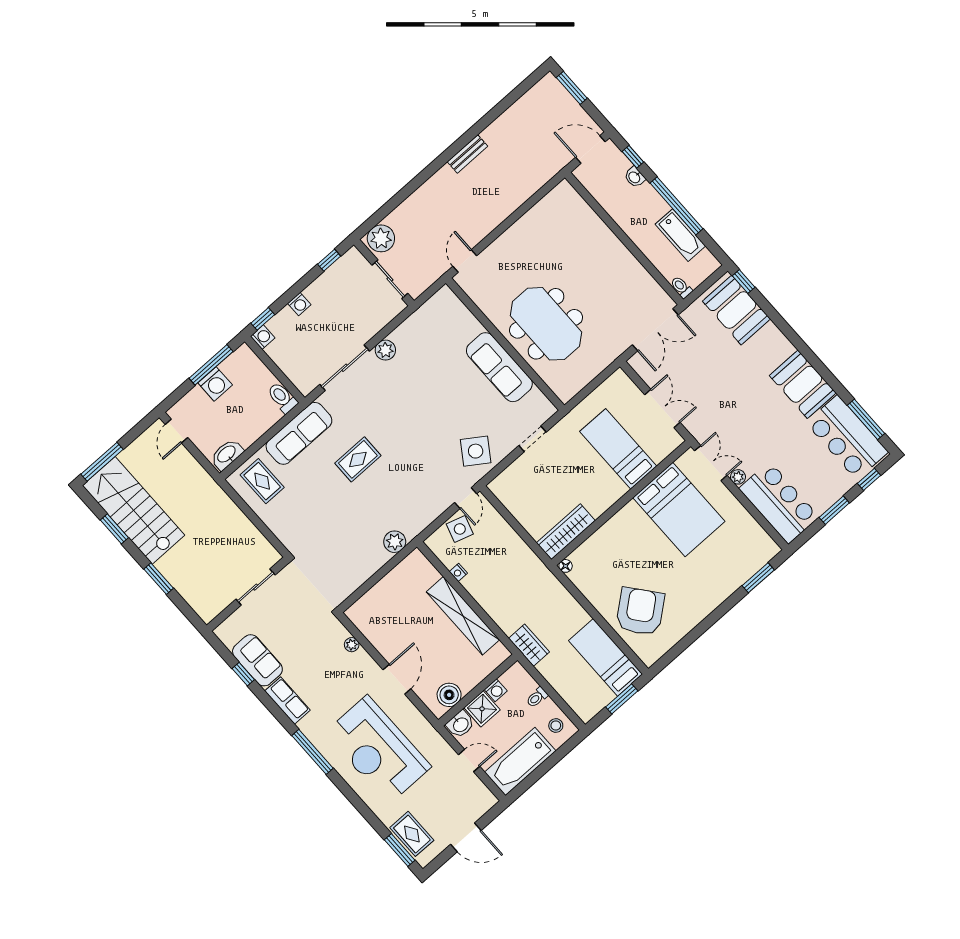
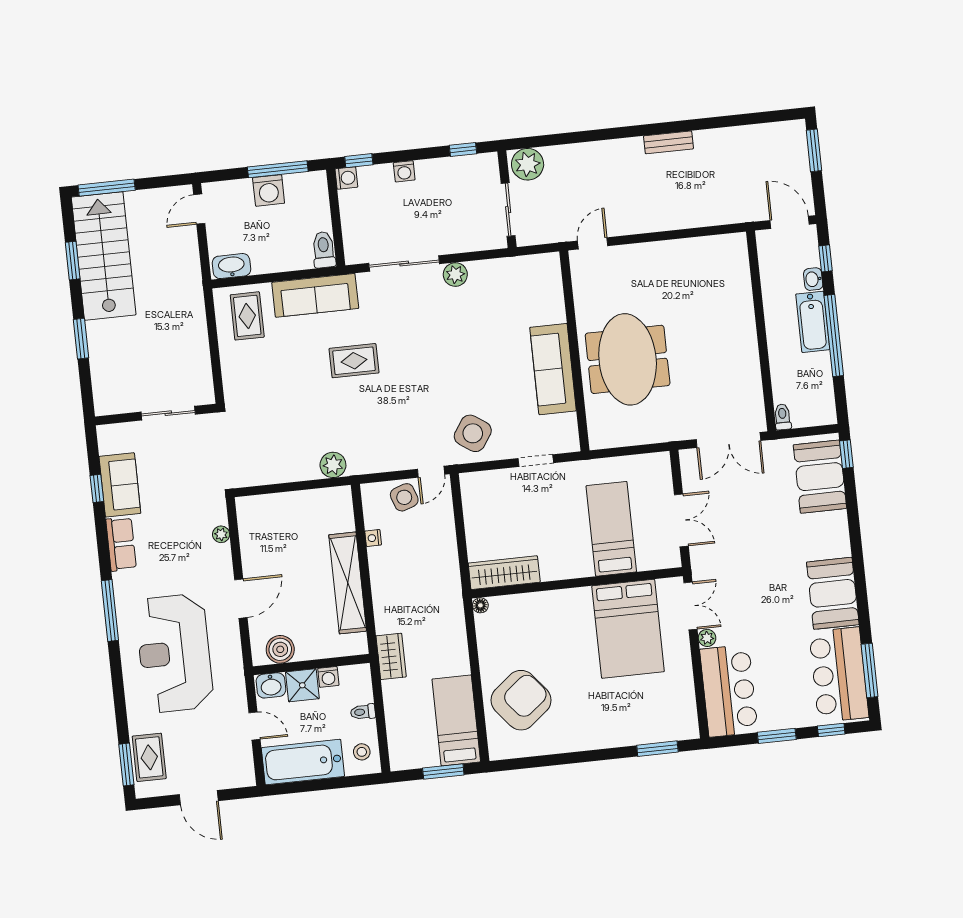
bathtub: (680, 235) -> (813, 322), moved
side table: (460, 529) -> (404, 497), turned -36

